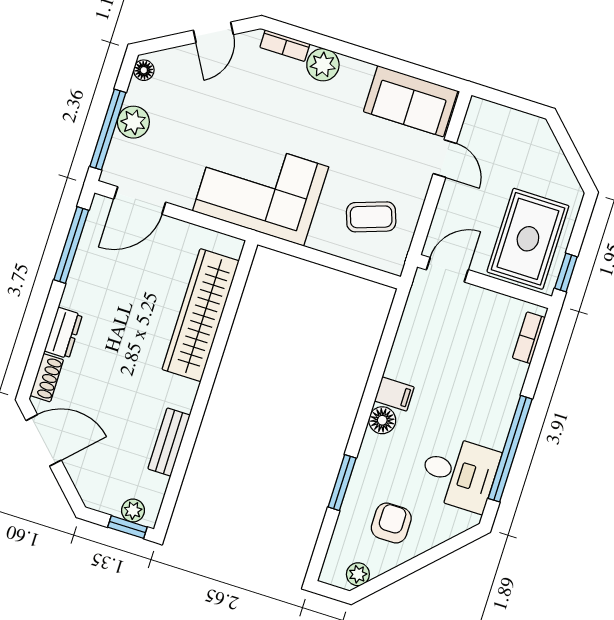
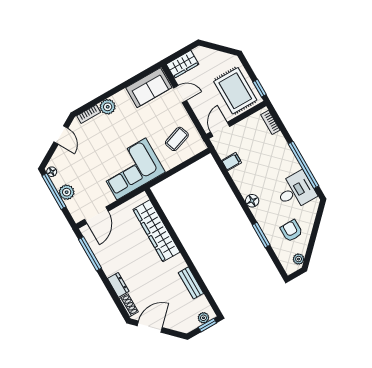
wardrobe: (494, 120) -> (183, 64), added
window: (108, 130) -> (54, 191), moved
filing cabinet: (394, 394) -> (232, 162), moved

